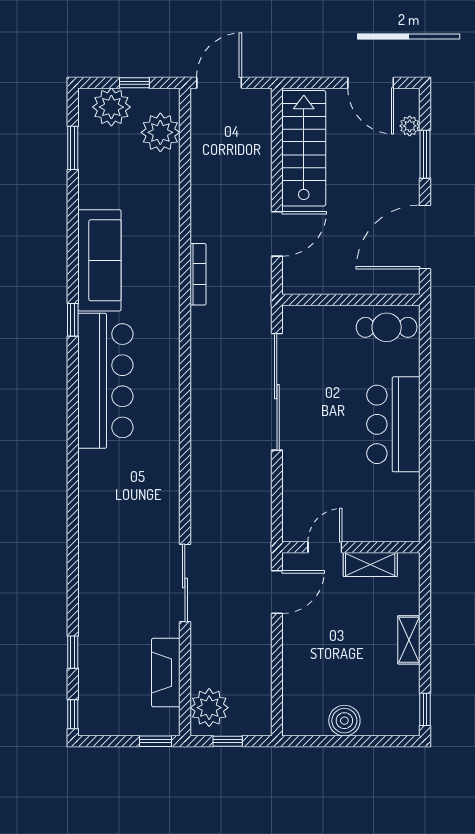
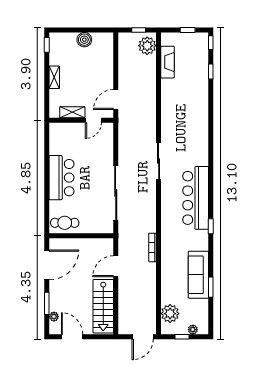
plant: (111, 107) -> (193, 330), width x0.53, depth x0.53
window: (73, 148) -> (211, 287), moved
sofa: (99, 260) -> (198, 275), moved
sliding door: (185, 583) -> (159, 161), moved
window: (155, 741) -> (188, 30), moved

